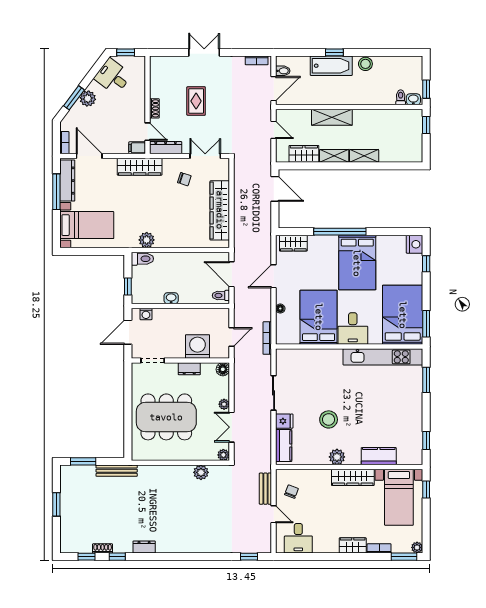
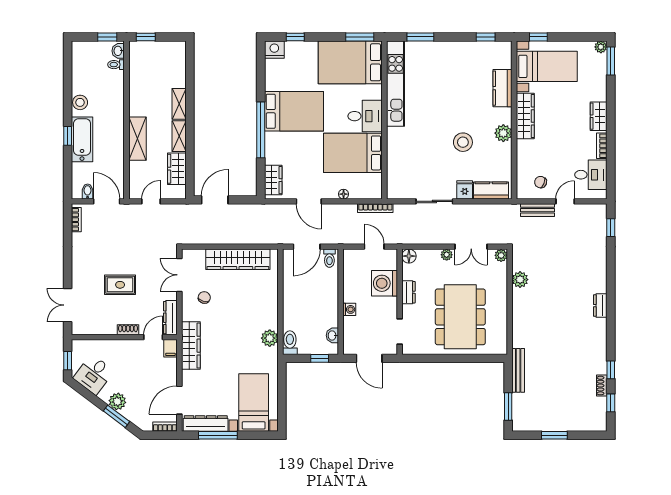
double door: (204, 52) -> (68, 305), moved
washbasin: (171, 298) -> (332, 335), moved
washing machine: (146, 314) -> (349, 309), moved
dresser: (144, 547) -> (600, 306), moved
bookcase: (379, 548) -> (602, 146), moved

